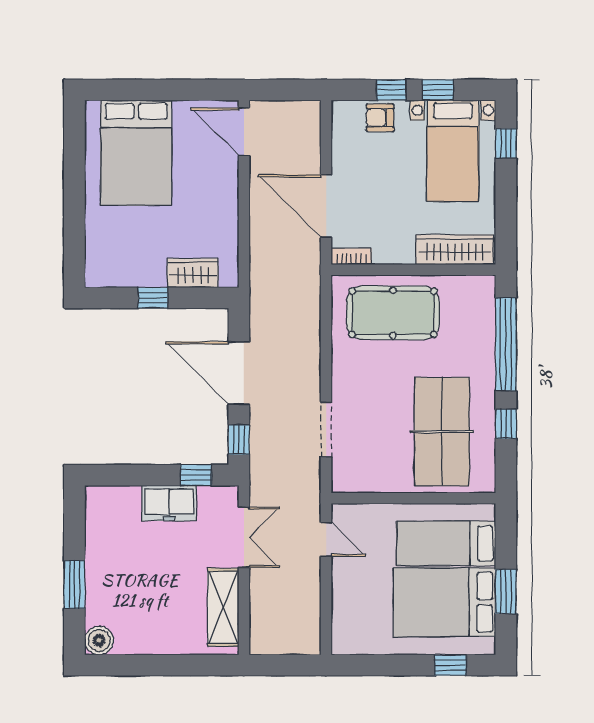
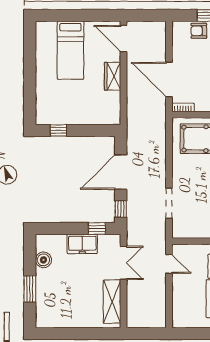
bed: (136, 153) -> (70, 50), width x0.67
wardrobe: (193, 273) -> (113, 76), moved, turned -90
window: (153, 298) -> (58, 130), moved
door: (239, 373) -> (121, 172), hinge flipped
boiler: (99, 640) -> (43, 260), moved

